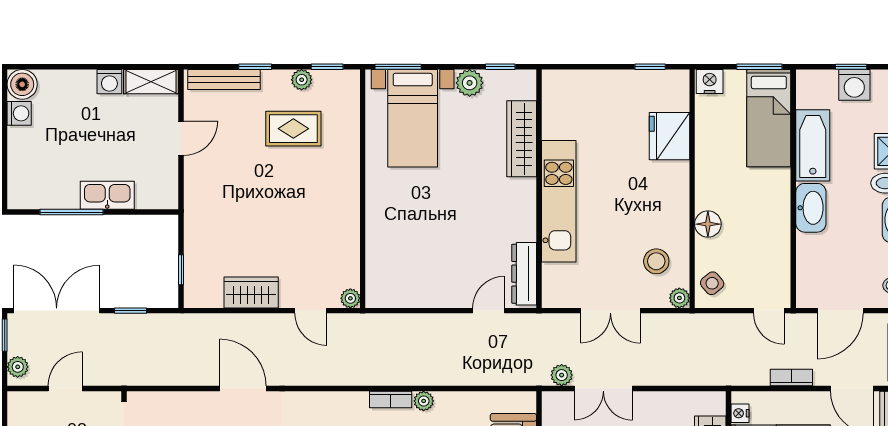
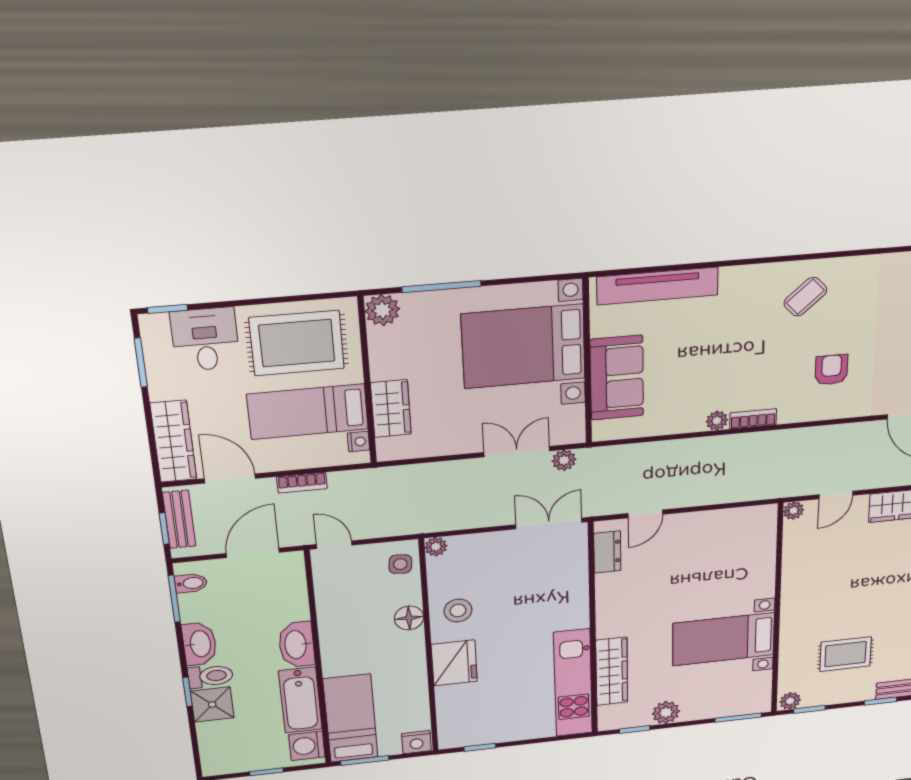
plant: (302, 80) -> (790, 701), moved
washing machine: (854, 85) -> (307, 746), moved, turned -90
bed with nightstands: (413, 118) -> (724, 639), moved, turned -90
fridge: (669, 136) -> (454, 663), moved
kitchen unit: (559, 201) -> (573, 683), moved
stool: (656, 261) -> (458, 611), moved
dresser: (524, 274) -> (607, 552), width x0.70
side table: (712, 283) -> (400, 564), turned 45
door: (311, 311) -> (836, 495), swing flipped
double door: (610, 311) -> (549, 523), moved

